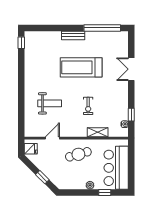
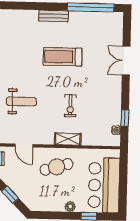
treadmill: (81, 67) -> (63, 57), width x0.73, depth x0.73
shelving: (98, 132) -> (68, 139), moved
door: (52, 138) -> (24, 145), swing flipped

